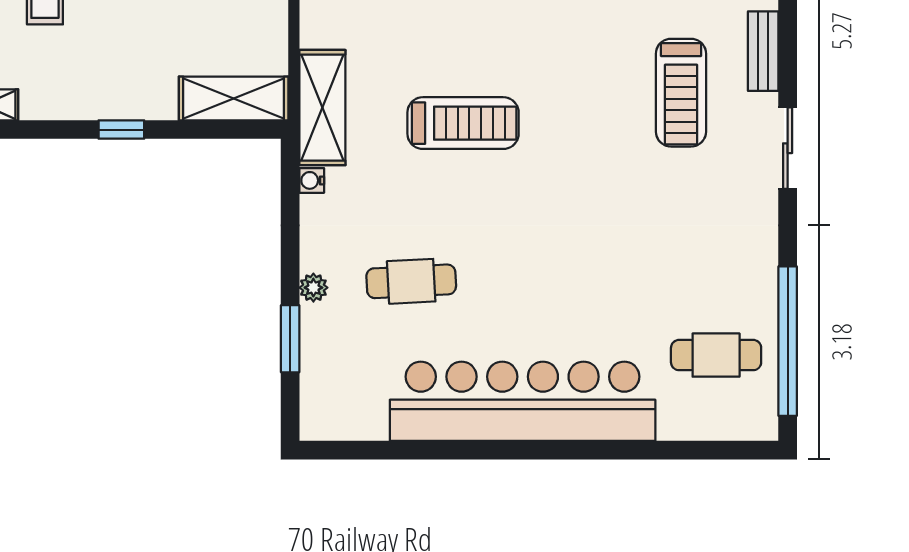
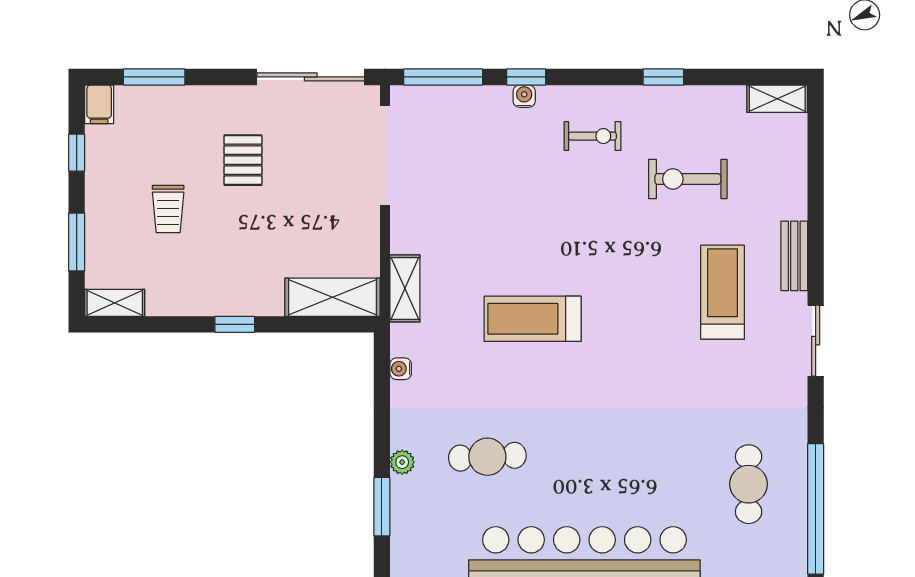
treadmill: (681, 93) -> (723, 292), turned 180
shelving: (322, 108) -> (405, 288), width x0.67, depth x0.75
treadmill: (463, 123) -> (533, 319), turned 180
cafe table: (716, 355) -> (749, 484), moved, turned 90

